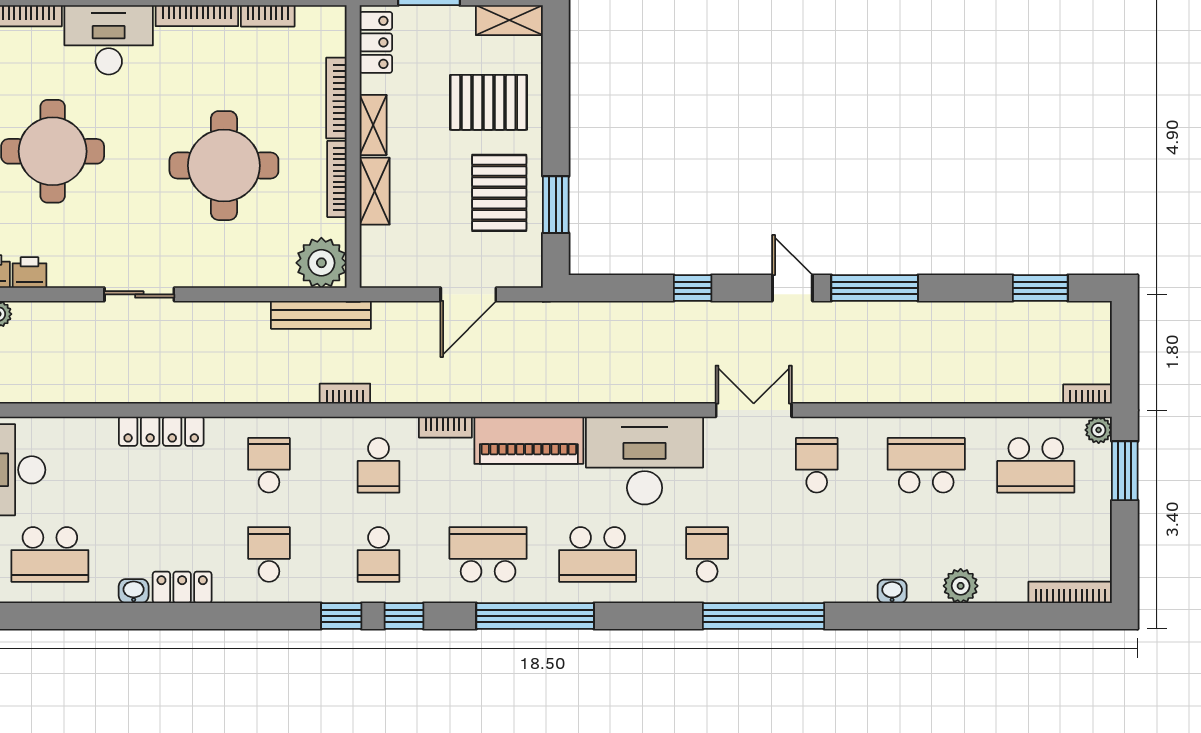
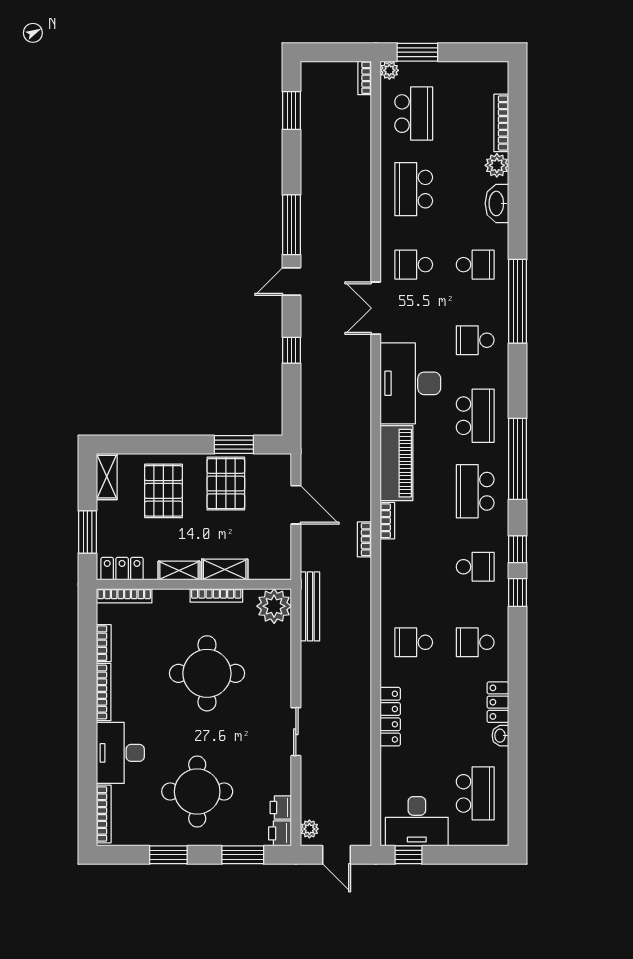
bookcase: (336, 98) -> (124, 596), moved
pallet: (499, 193) -> (226, 484), turned 90
bookcase: (345, 394) -> (364, 539), moved
school desk: (379, 465) -> (475, 265), moved
washbasin: (892, 591) -> (497, 203), width x1.91, depth x1.45
bookcase: (1070, 592) -> (501, 123), moved

